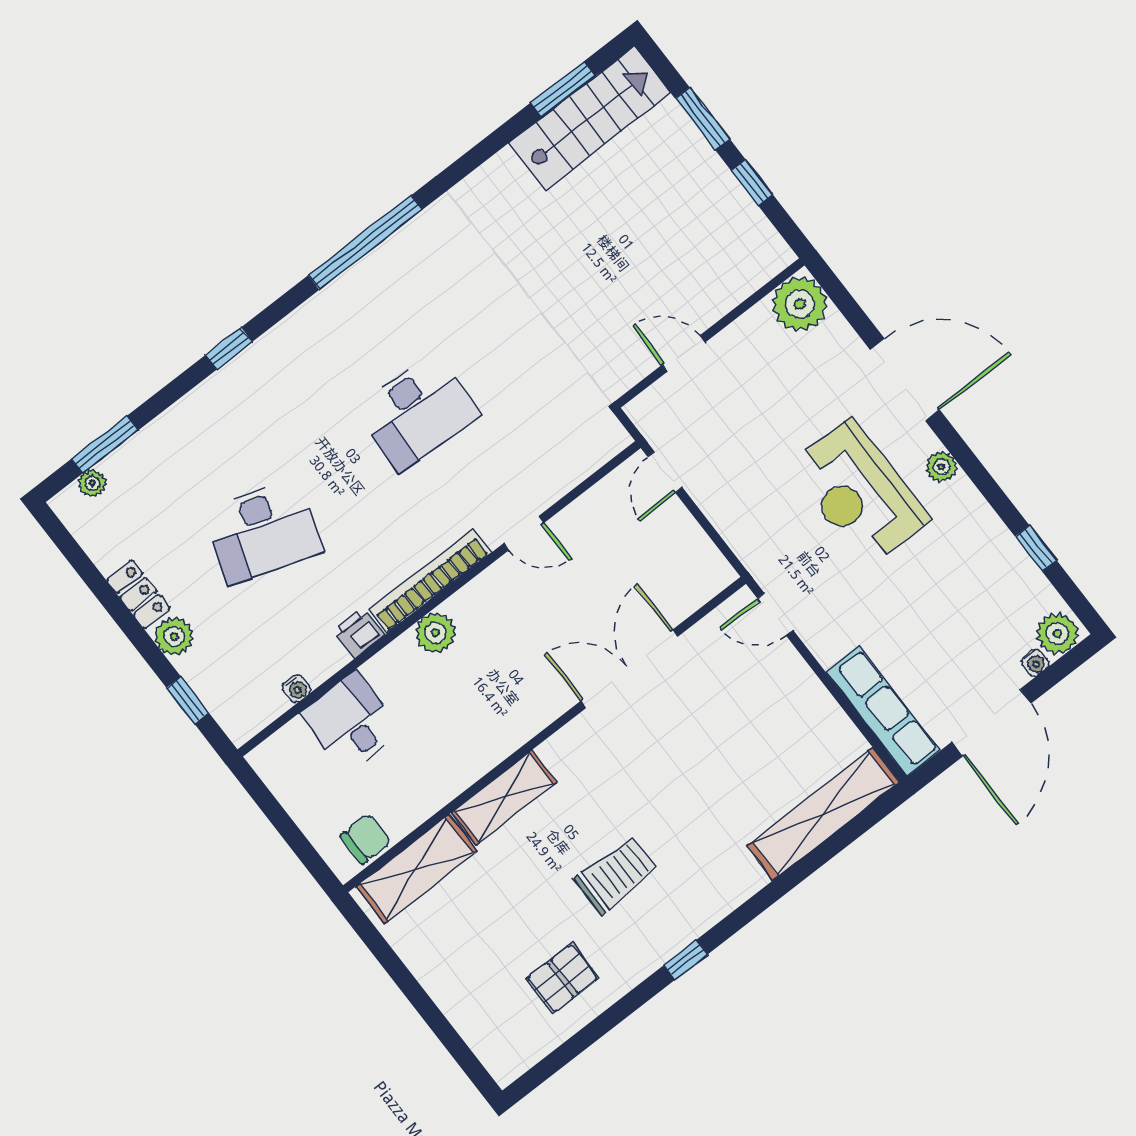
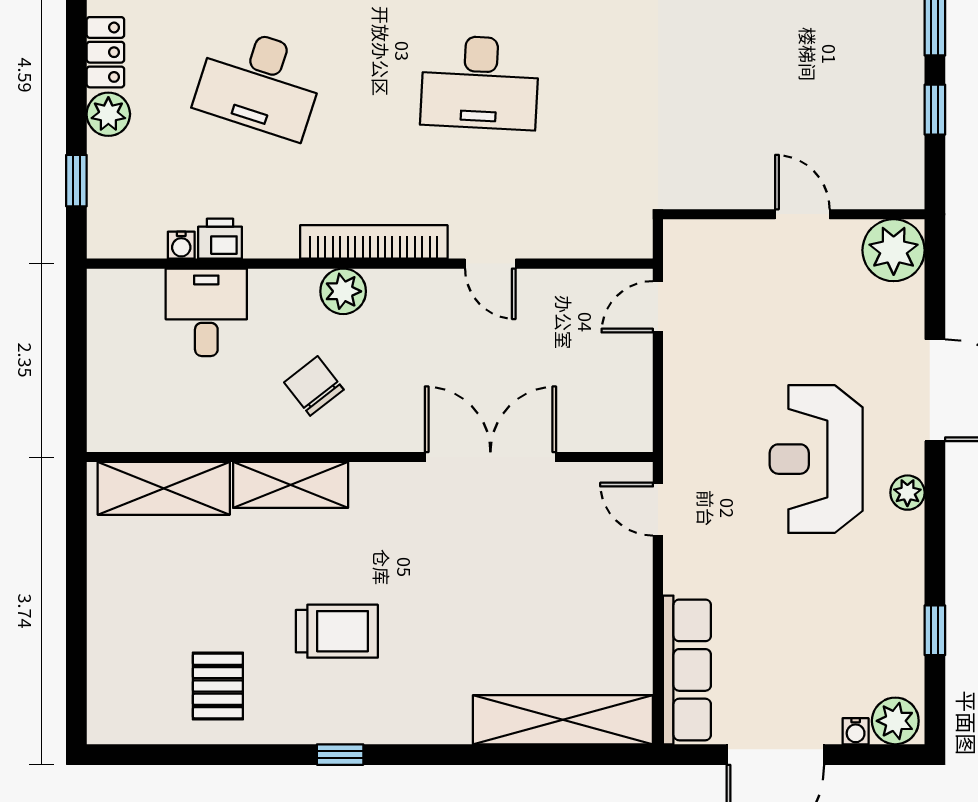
door: (684, 353) -> (802, 214), moved
printer: (359, 633) -> (220, 239), moved
chair: (366, 839) -> (314, 386), moved, turned -128
pallet: (563, 978) -> (218, 686), turned 90

